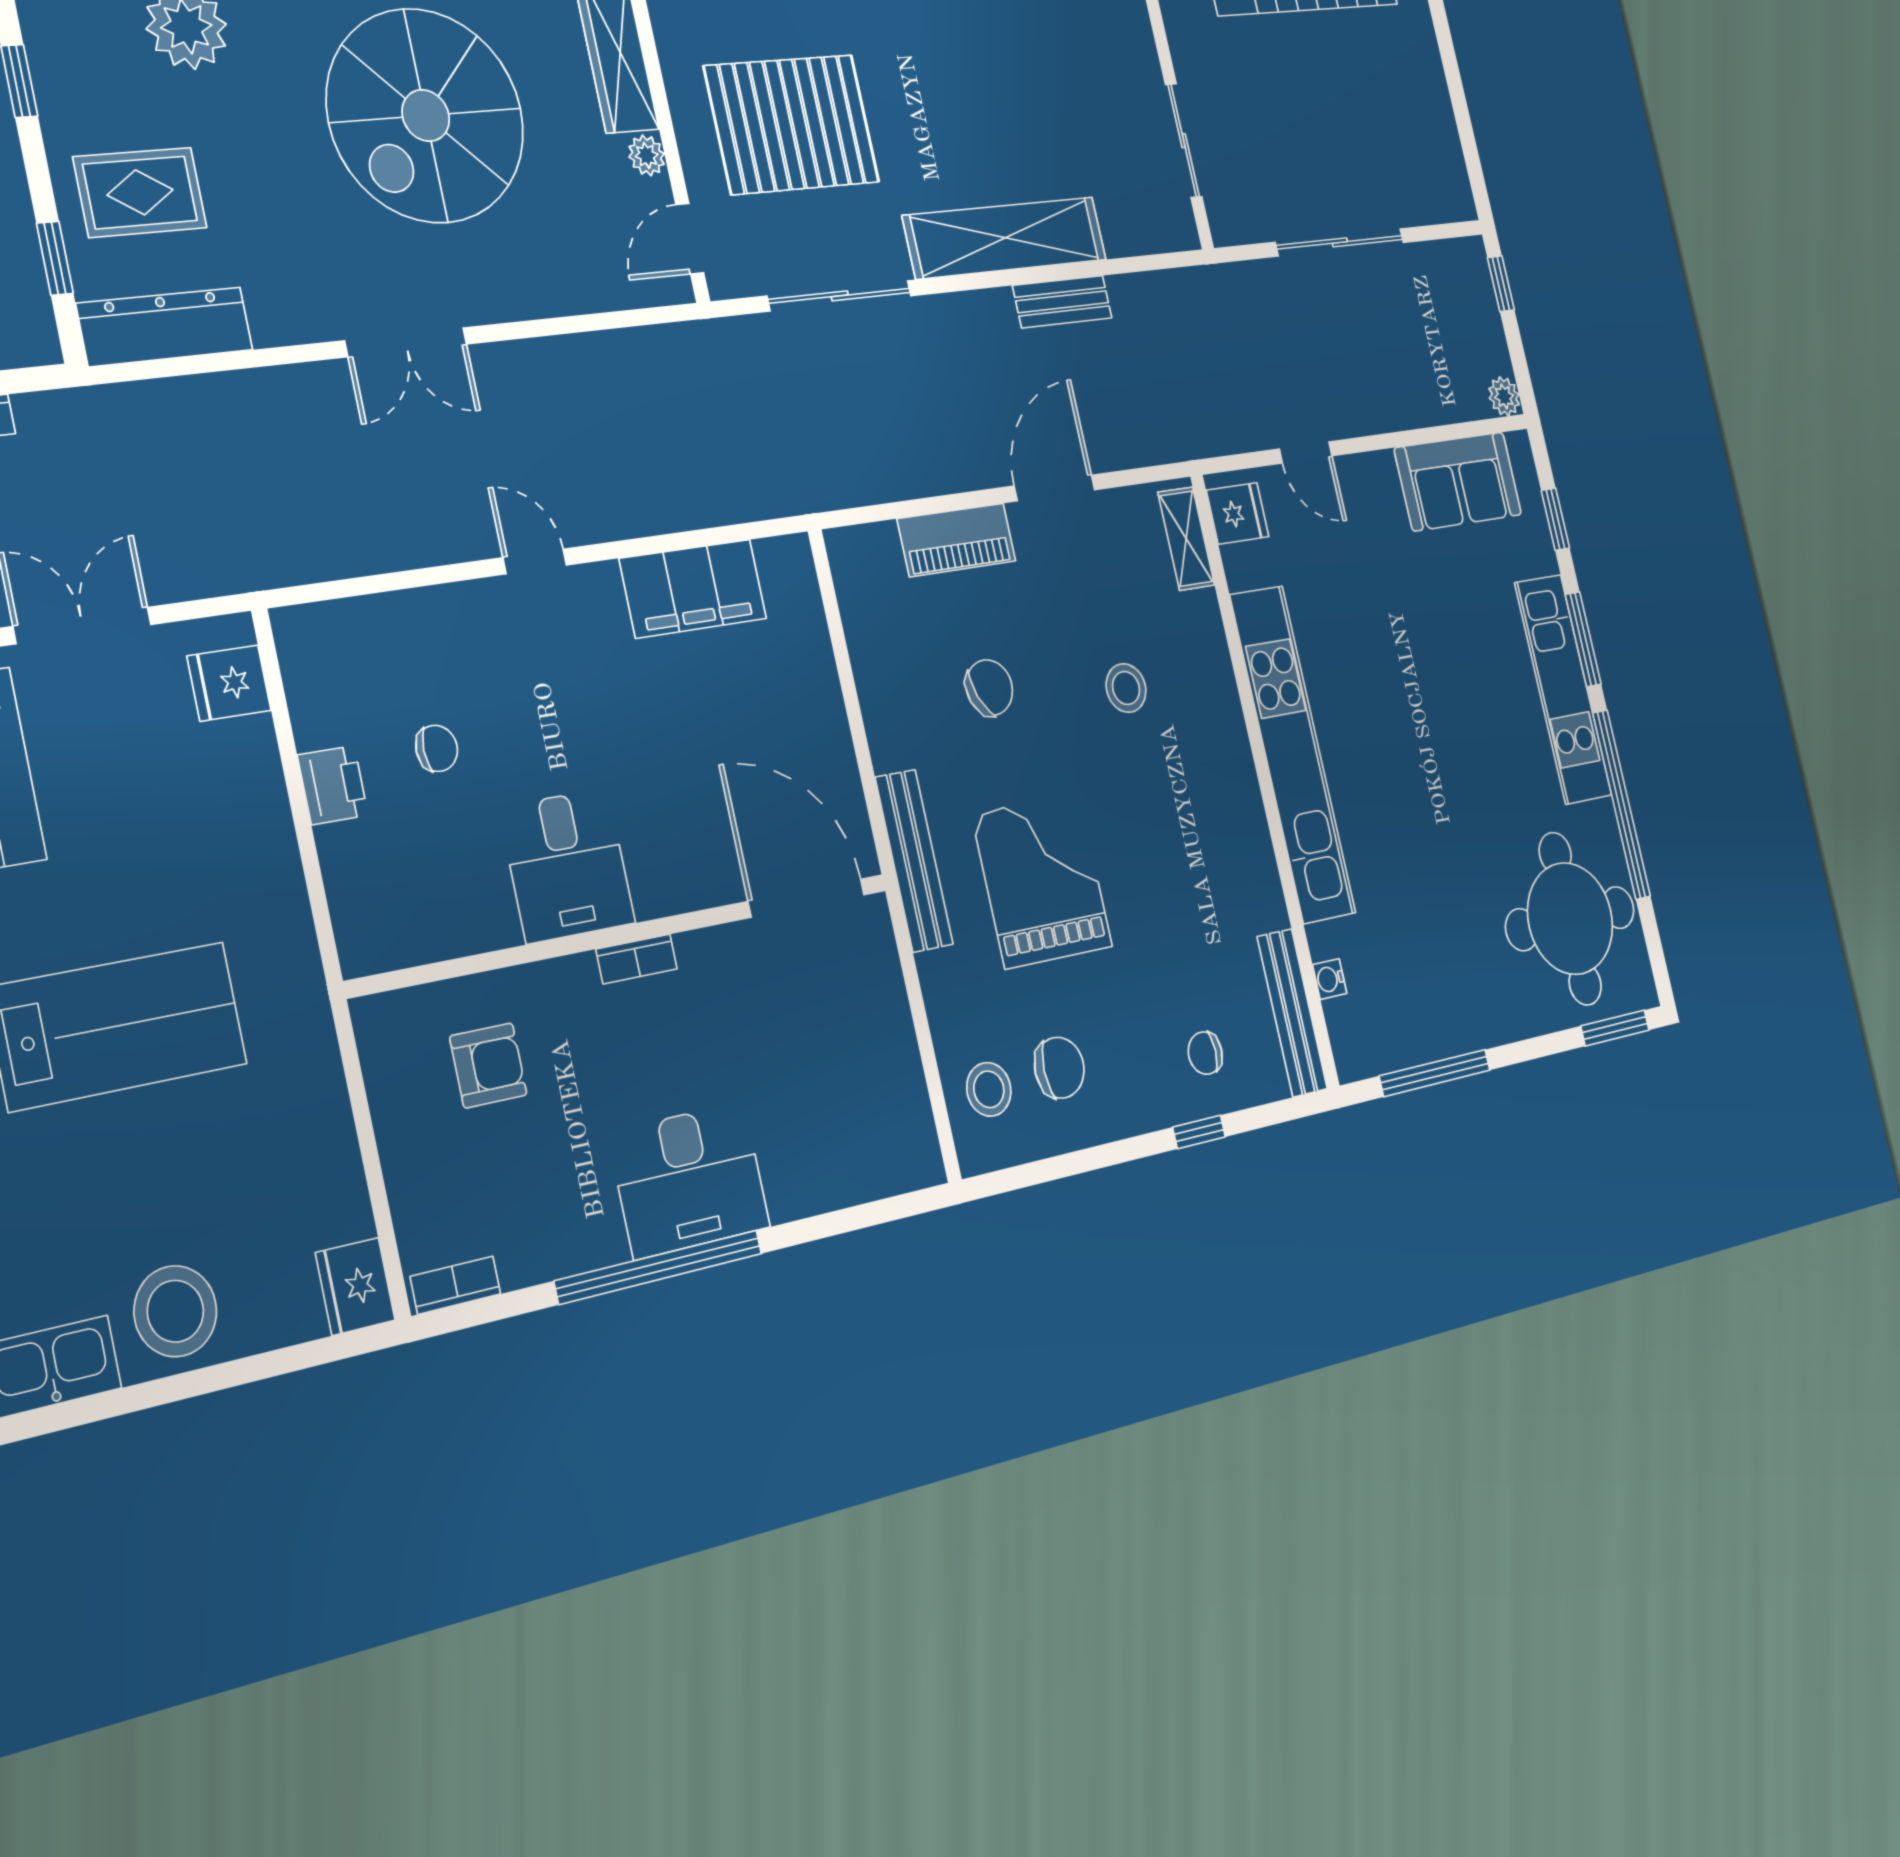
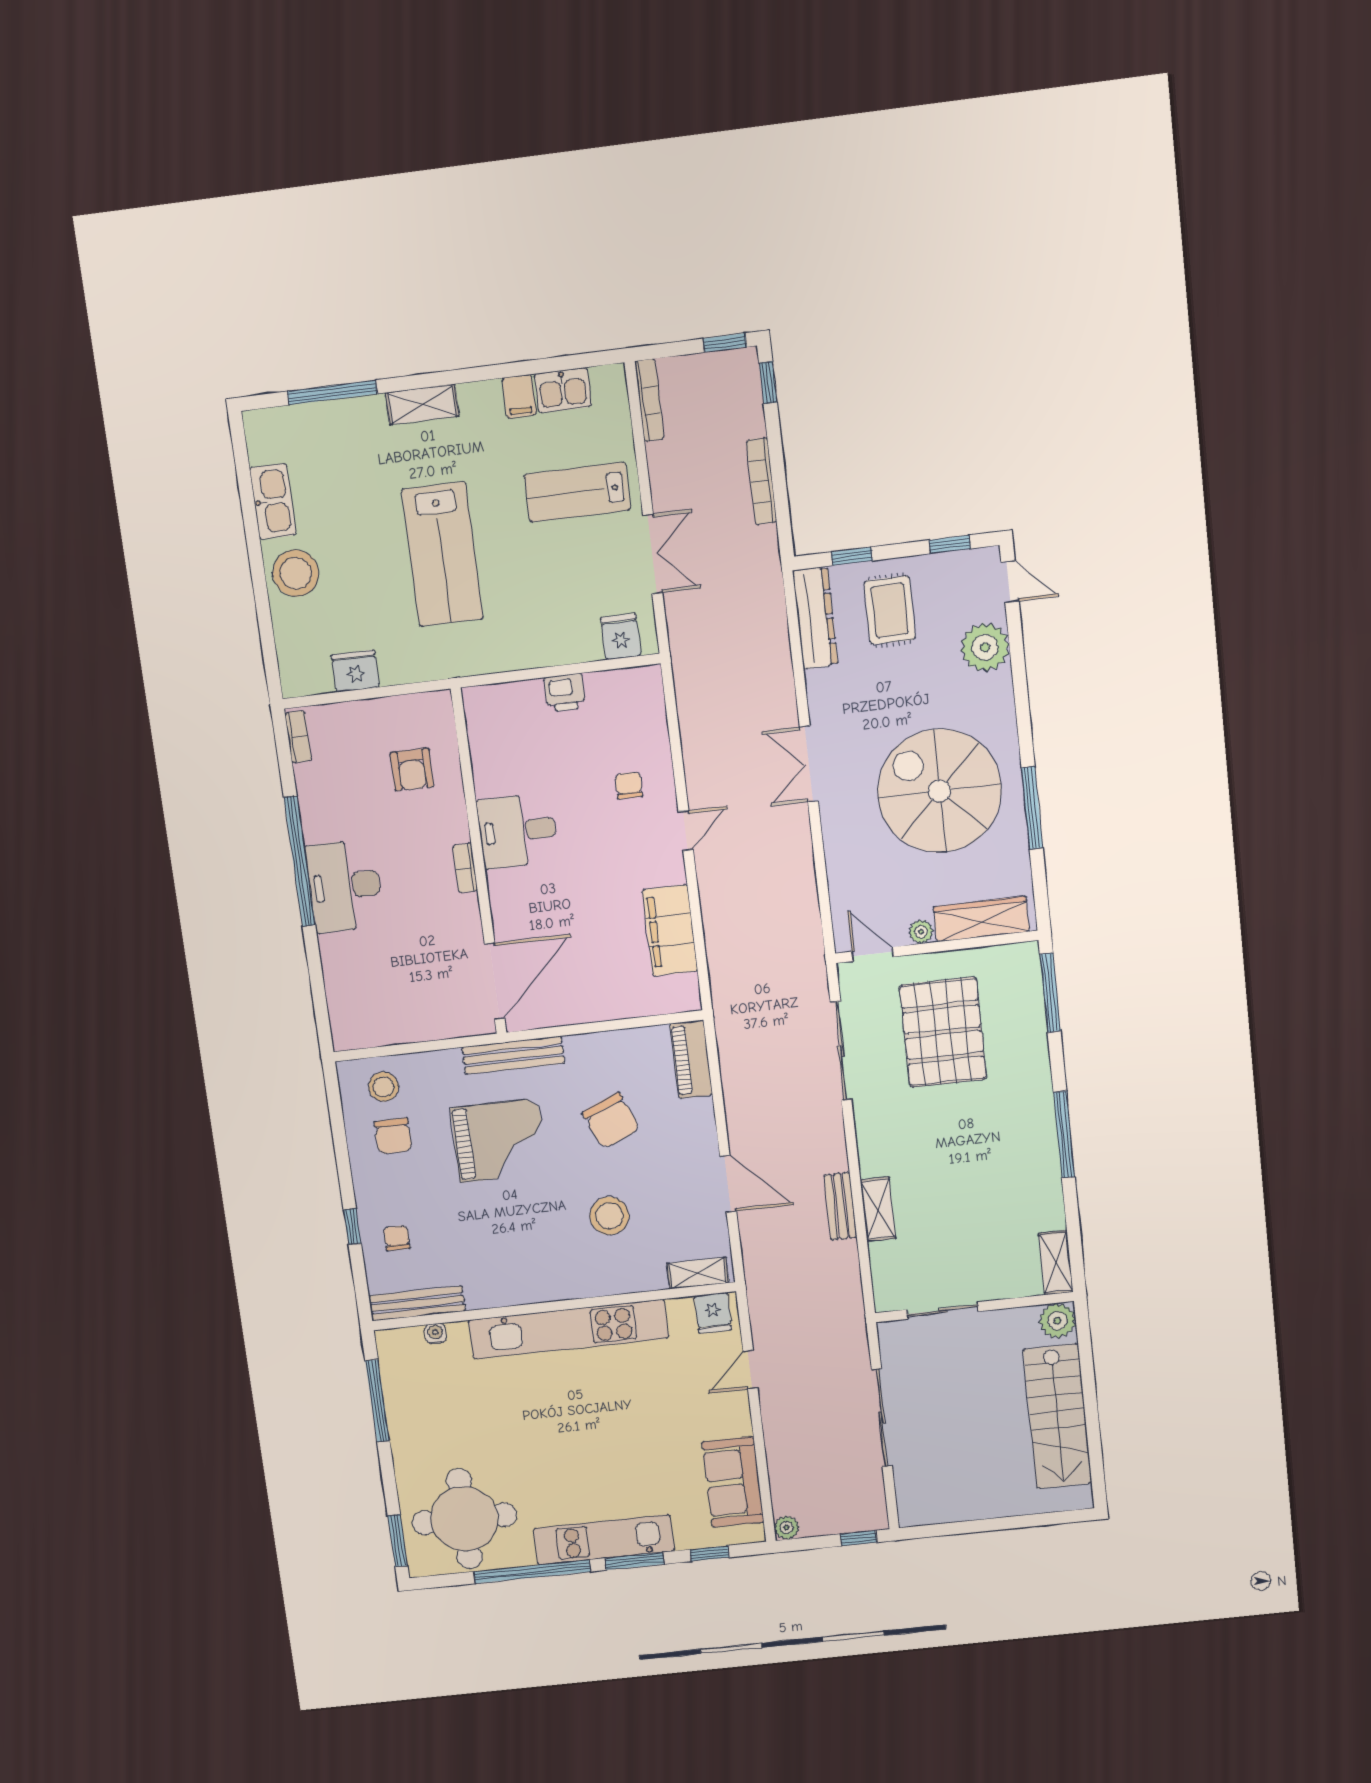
shelving: (1005, 238) -> (878, 1209), width x0.45, depth x0.75
piano: (957, 540) -> (691, 1059), moved
chair: (989, 688) -> (611, 1121), width x1.37, depth x1.37
stool: (1126, 688) -> (609, 1216), width x1.38, depth x1.38
chair: (437, 748) -> (629, 785), moved, turned 180
fridge: (355, 1286) -> (355, 671), moved

